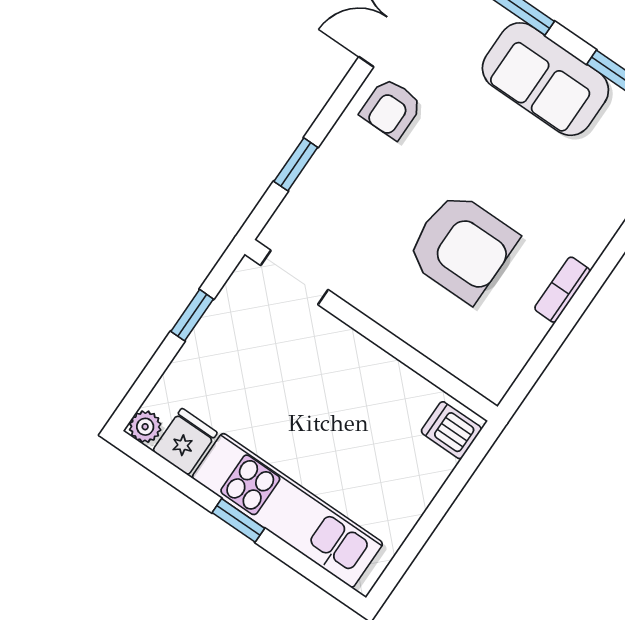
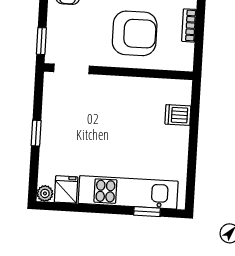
doorway: (294, 278) -> (72, 69), moved
wall: (371, 330) -> (118, 72), moved
window: (238, 520) -> (147, 212), moved

